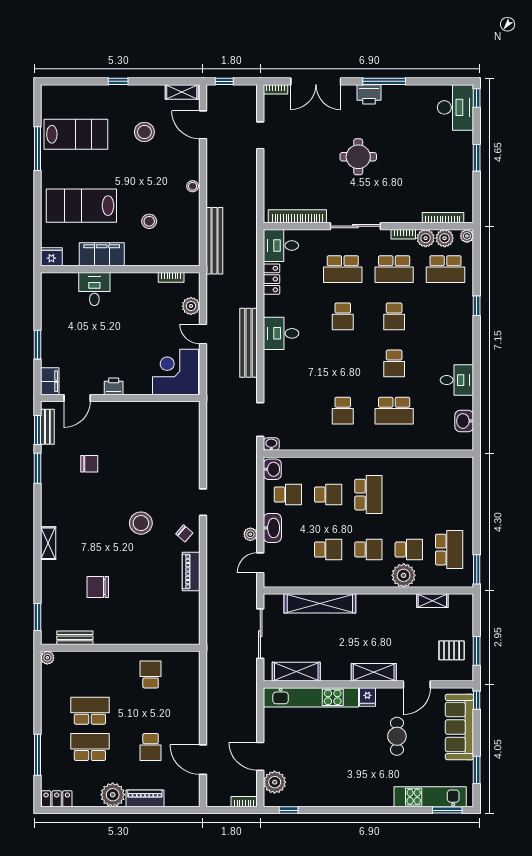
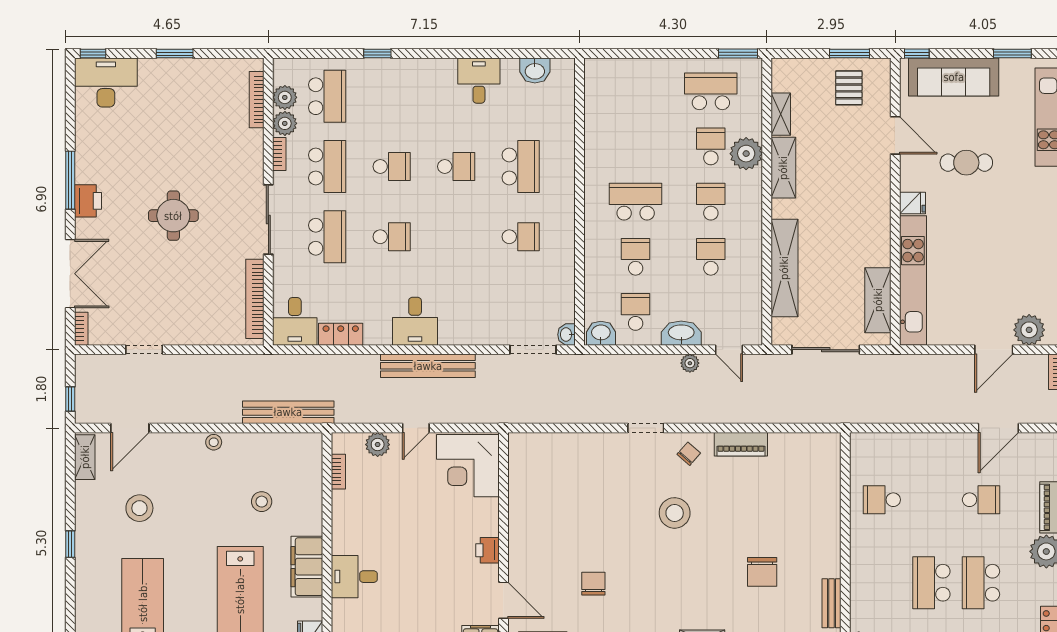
plant: (467, 236) -> (282, 67), removed
shelving: (374, 672) -> (783, 168), moved

